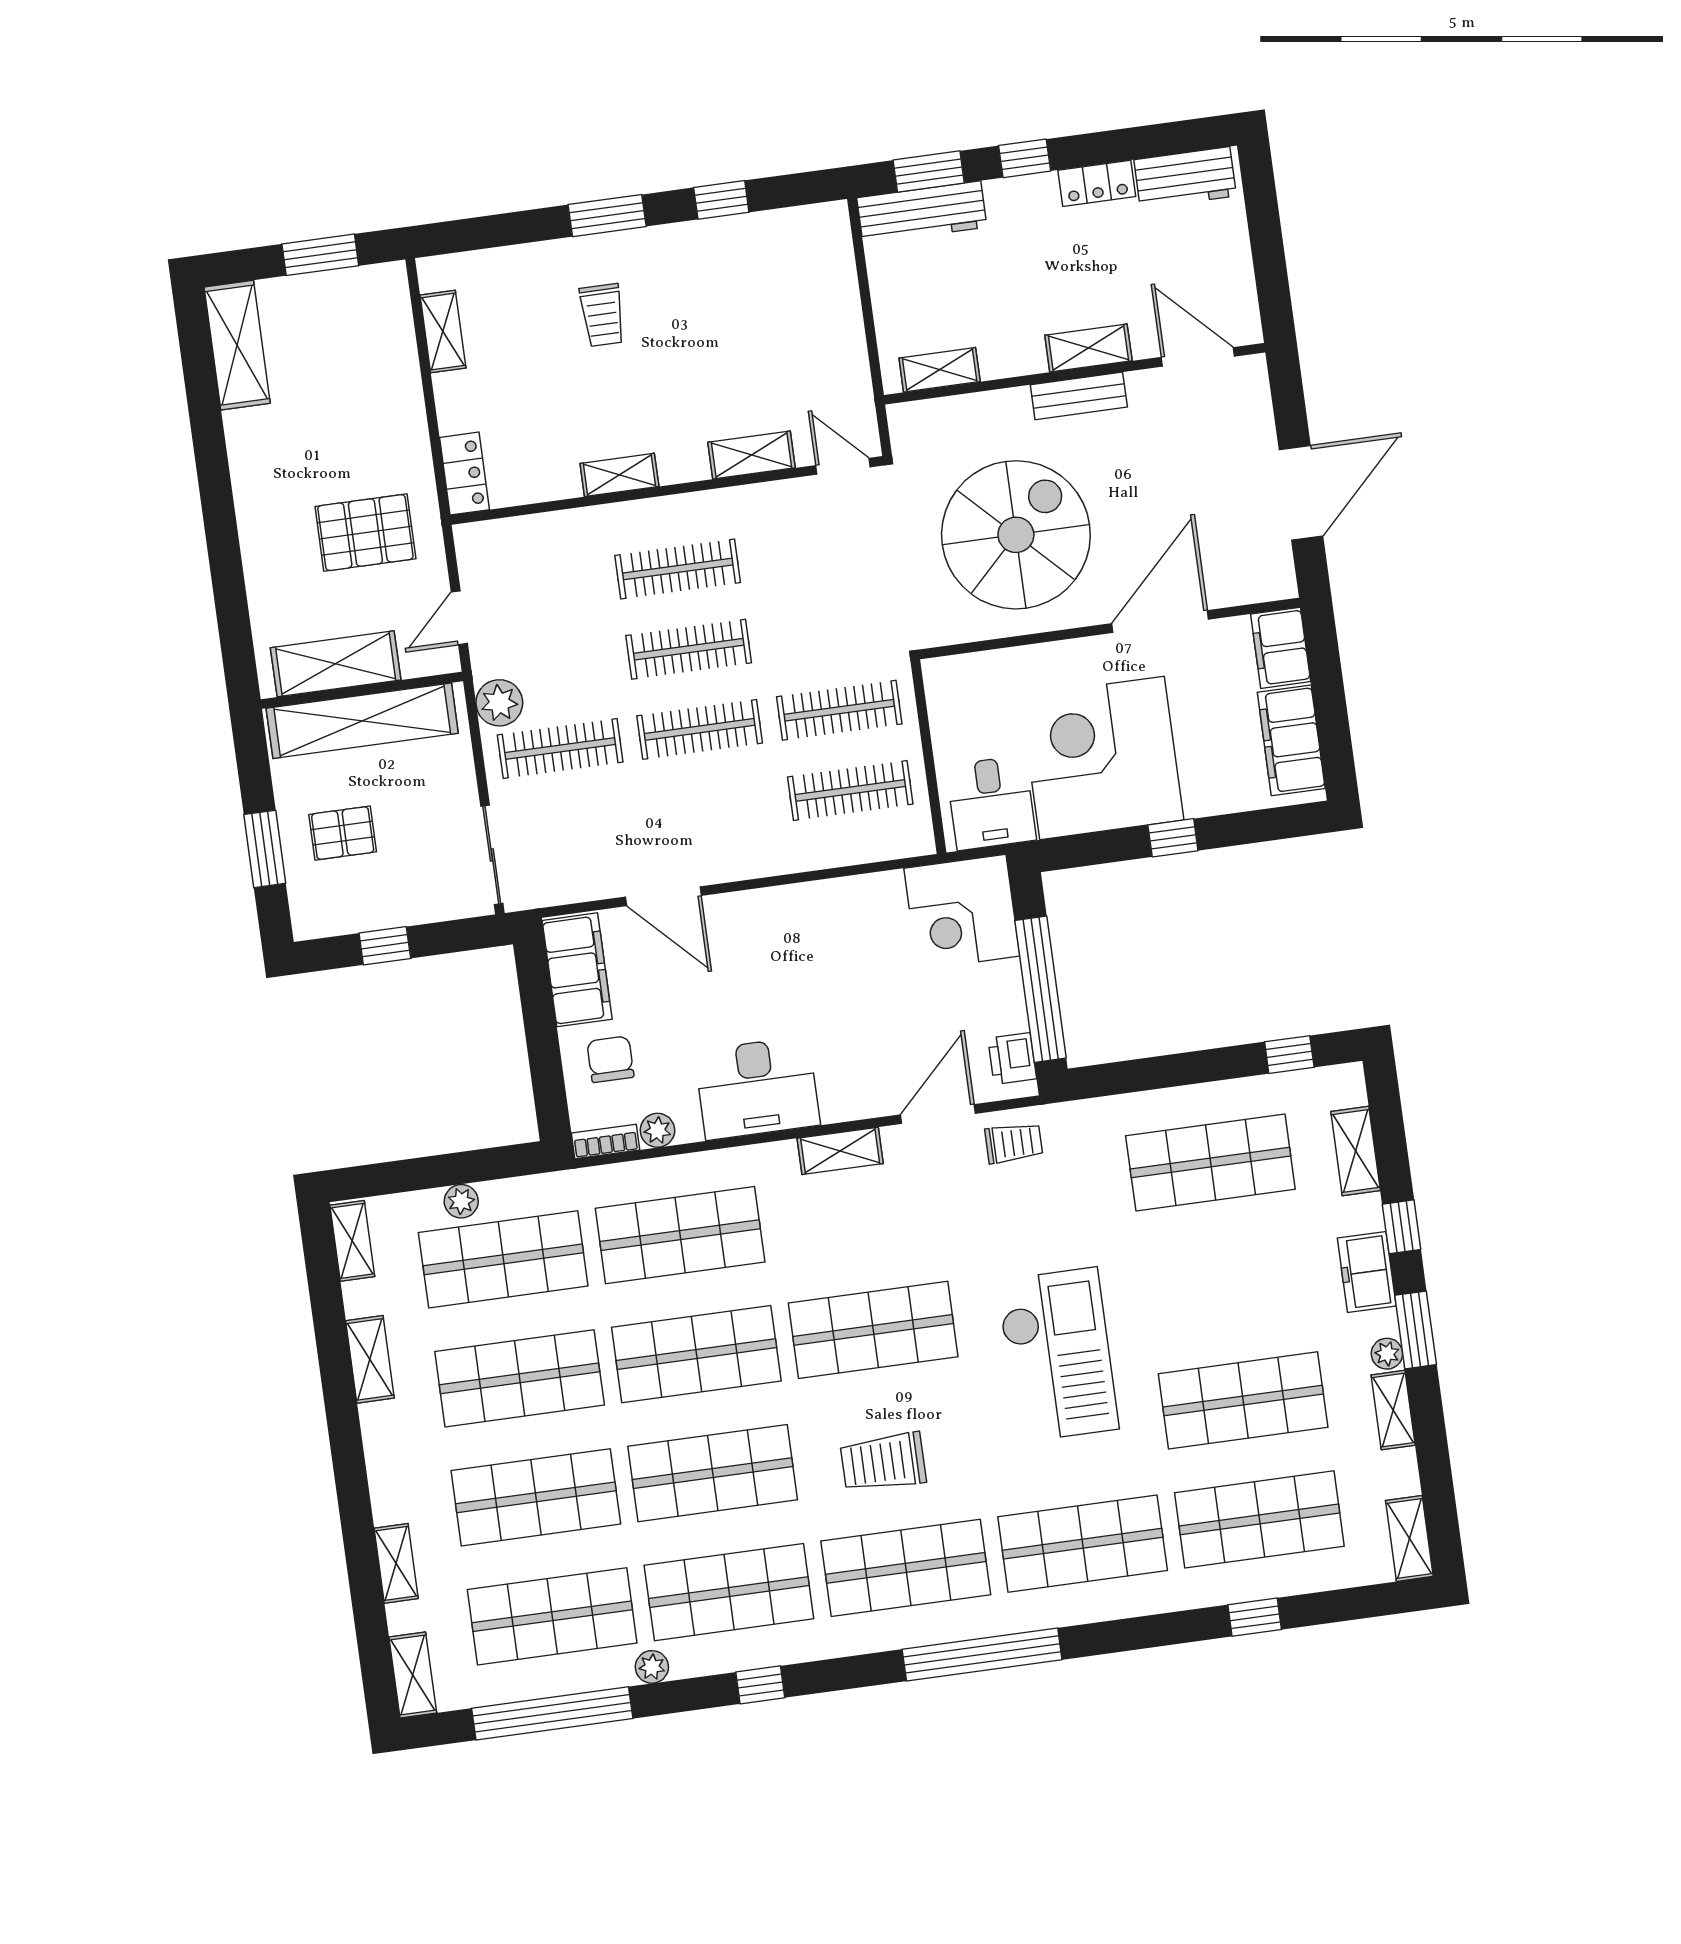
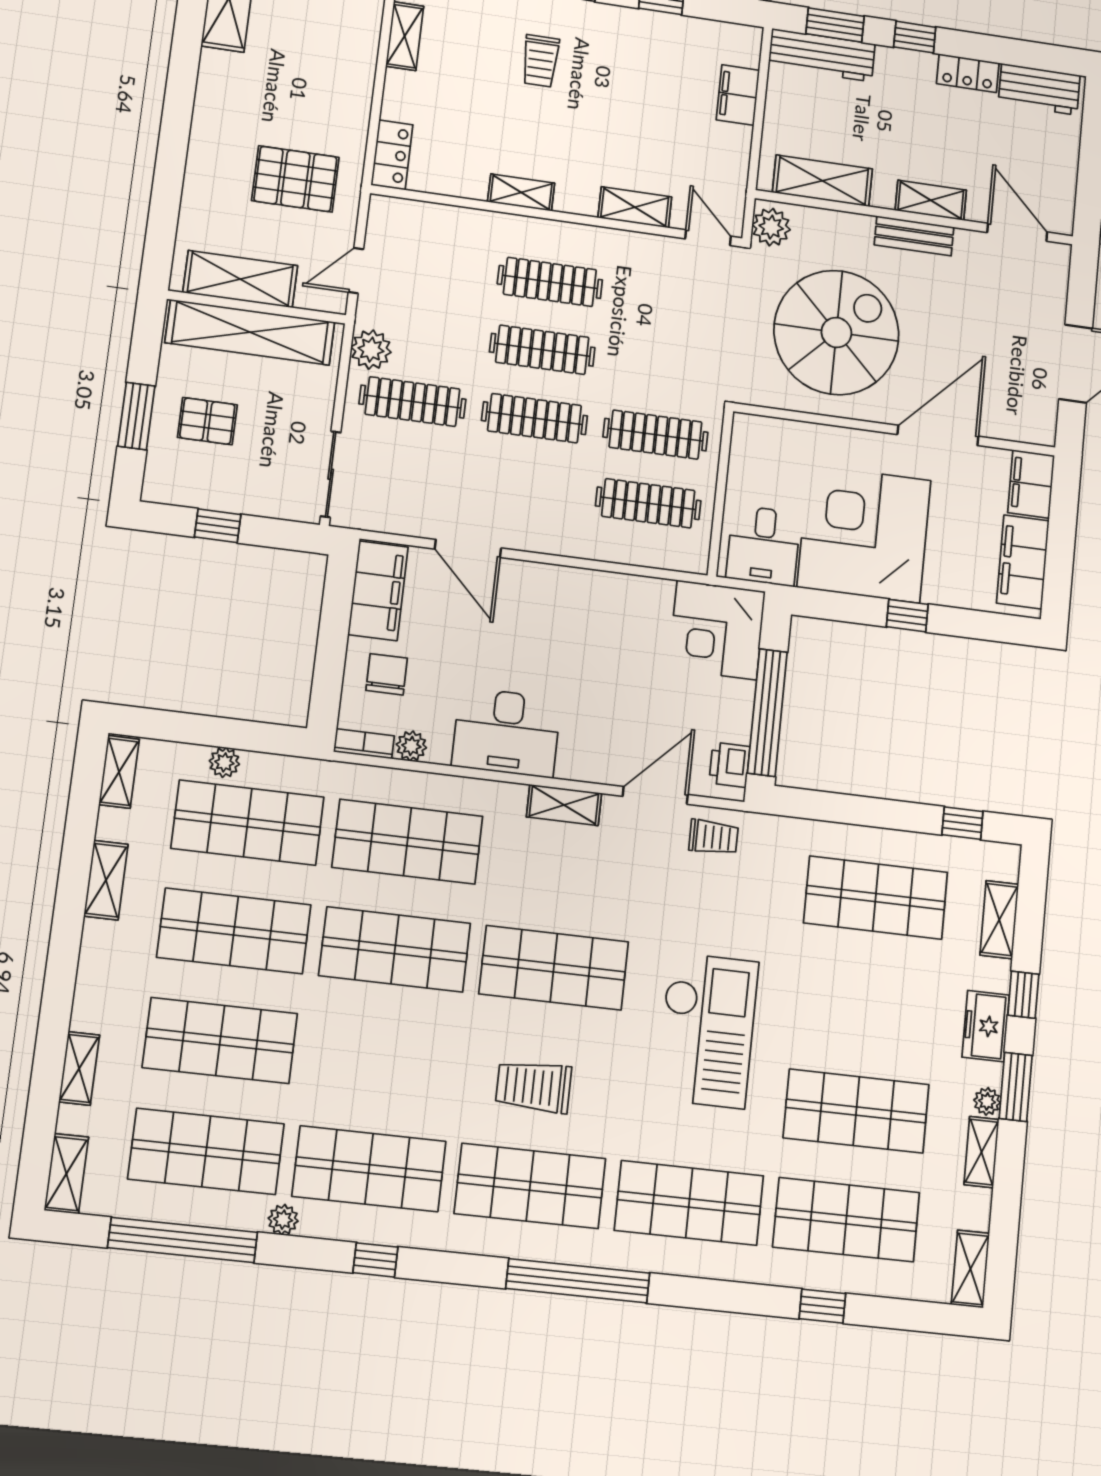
filing cabinet: (837, 289) -> (738, 95), added
shelving: (940, 370) -> (822, 181), width x1.50, depth x1.33
plant: (912, 433) -> (771, 227), added
shop shelf: (713, 1473) -> (382, 1058), removed

